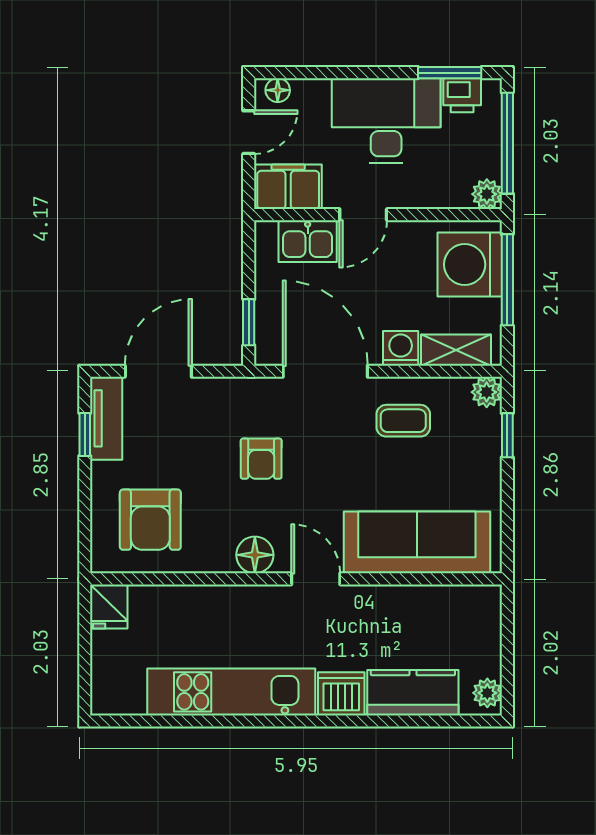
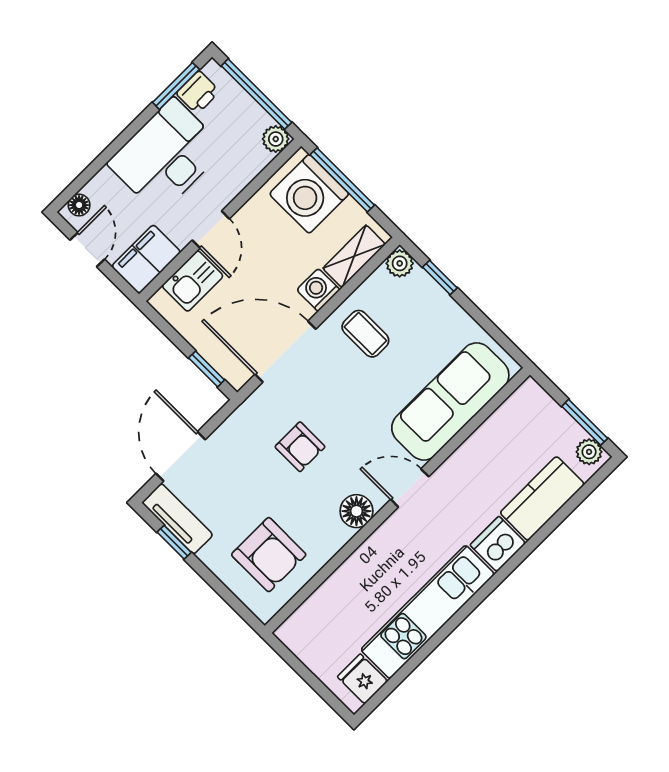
coffee table: (403, 421) -> (365, 334), turned 90
fridge: (109, 606) -> (363, 679), moved, turned 180
window: (507, 666) -> (585, 422), added

